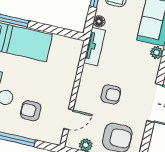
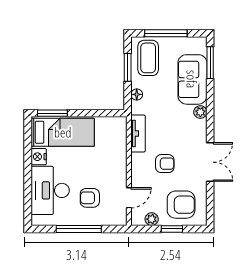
tv unit: (95, 46) -> (138, 134), moved

